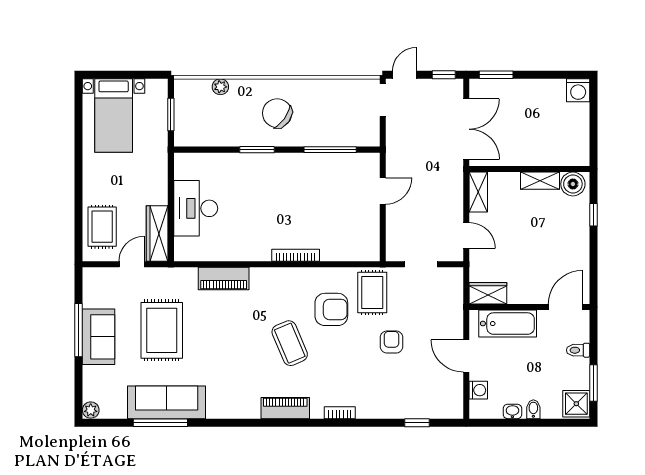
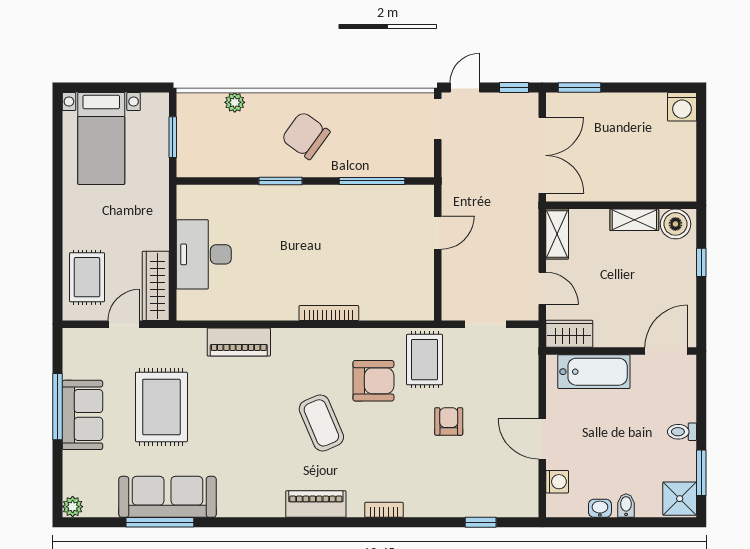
wardrobe: (488, 293) -> (569, 334), moved
wall: (529, 307) -> (621, 351), moved
door: (565, 307) -> (666, 351), moved
bathtub: (508, 324) -> (594, 372), moved

